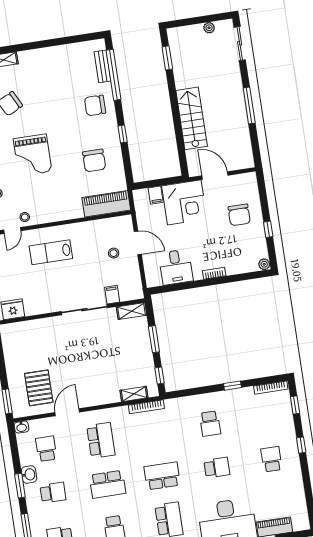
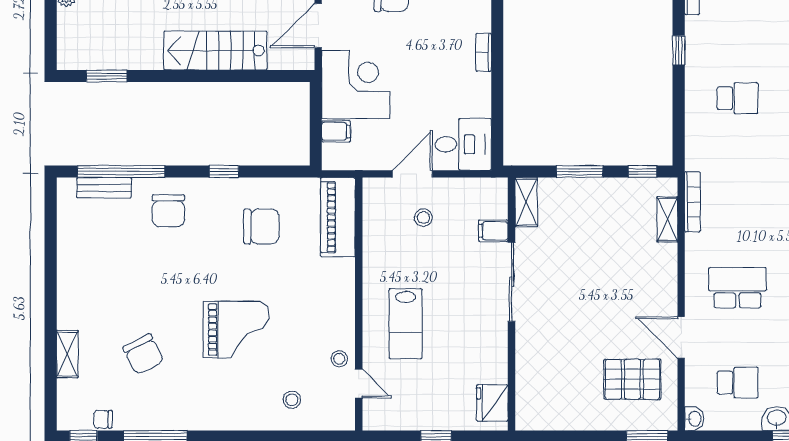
desk: (176, 267) -> (463, 144), moved
school desk: (46, 449) -> (737, 383), turned 180

